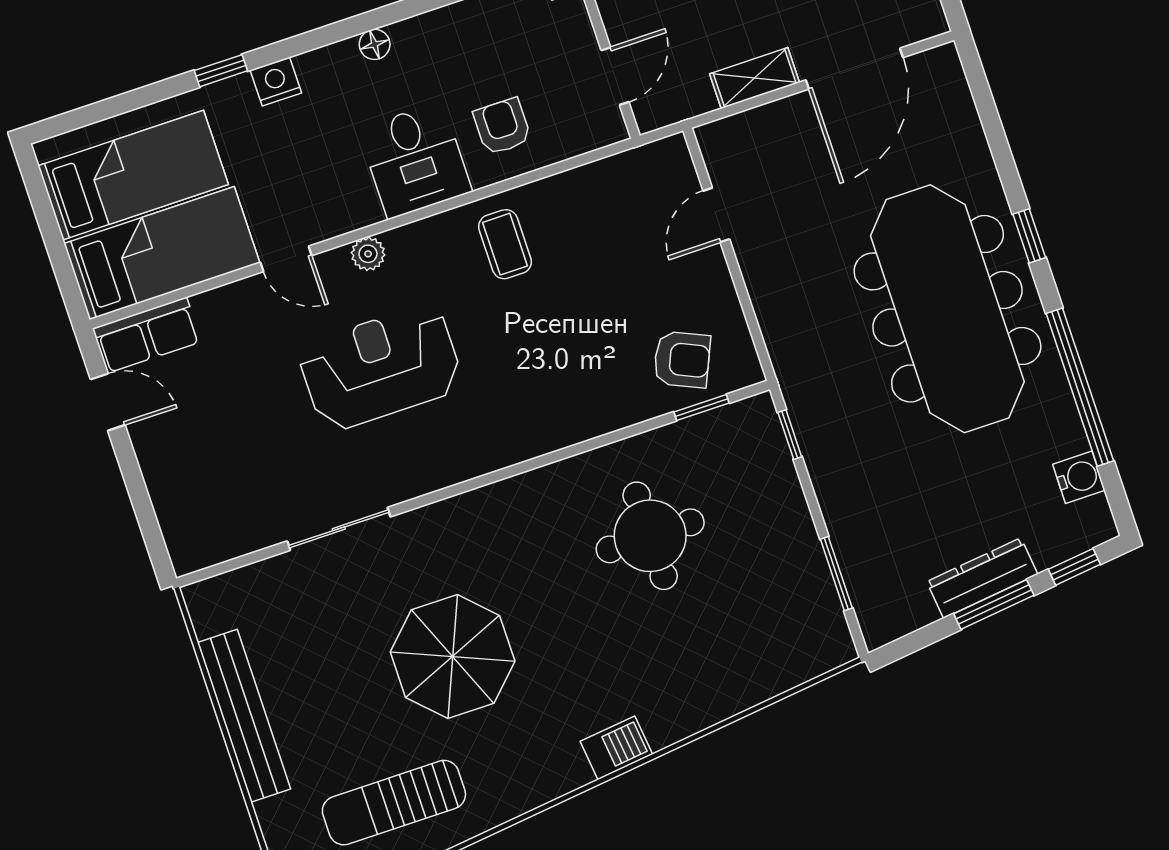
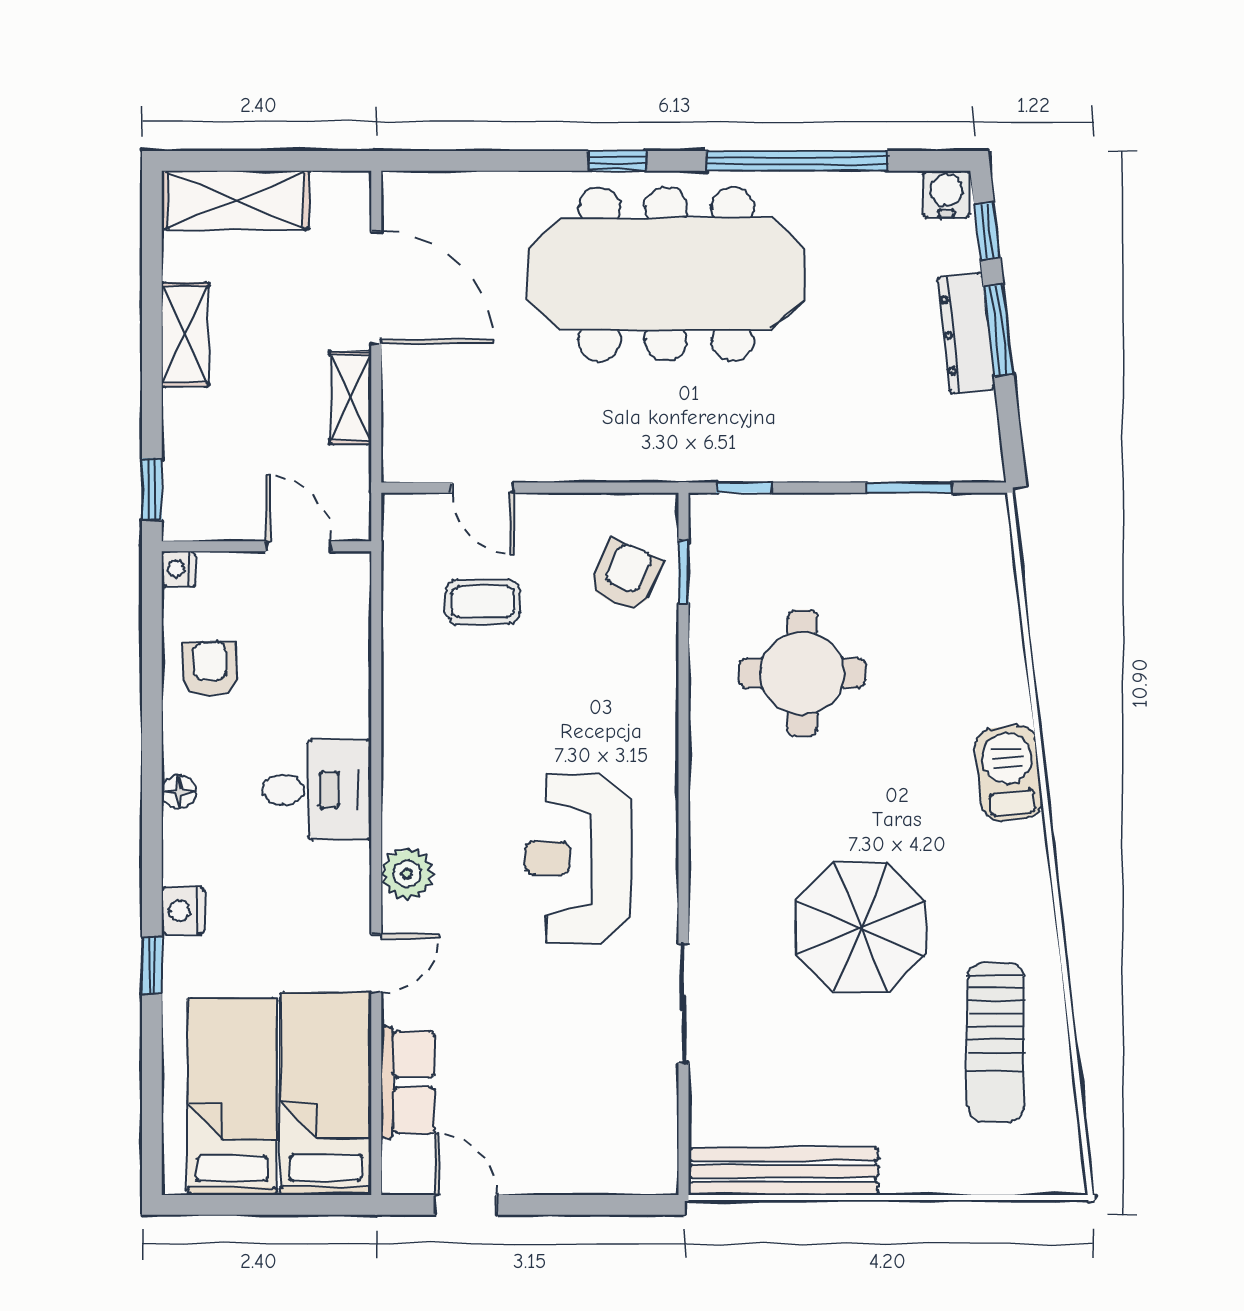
armchair: (502, 126) -> (210, 669), moved, turned 90
coffee table: (505, 244) -> (483, 602), moved
plant: (368, 254) -> (407, 874), width x1.38, depth x1.38
row of seats: (147, 335) -> (408, 1082), moved
reception desk: (380, 367) -> (578, 858), moved
door: (108, 402) -> (466, 1205), hinge flipped
water cooler: (1079, 477) -> (946, 194), moved
bench: (244, 716) -> (783, 1171), moved
barbecue: (616, 748) -> (1009, 773), width x1.38, depth x1.27

